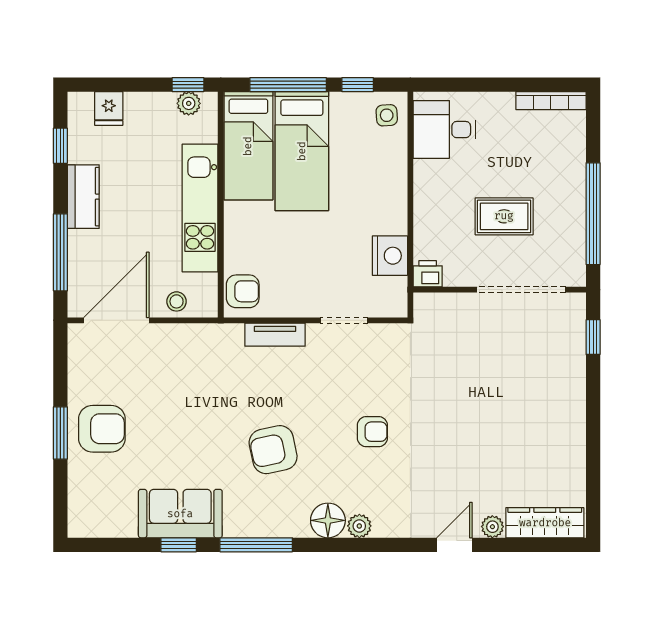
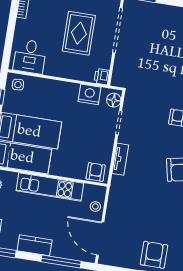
rug: (504, 216) -> (79, 33), width x1.36, depth x1.43
floor lamp: (386, 304) -> (114, 100), added

